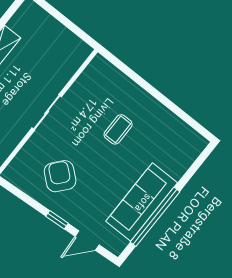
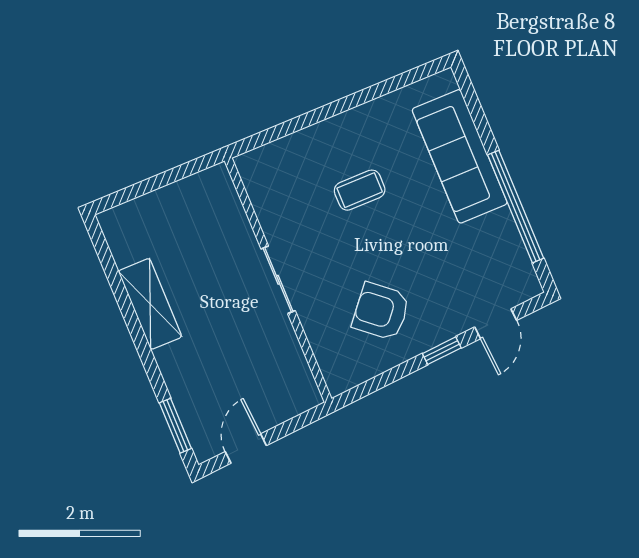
coffee table: (118, 129) -> (360, 190), turned 90
sofa: (142, 202) -> (460, 156), moved

